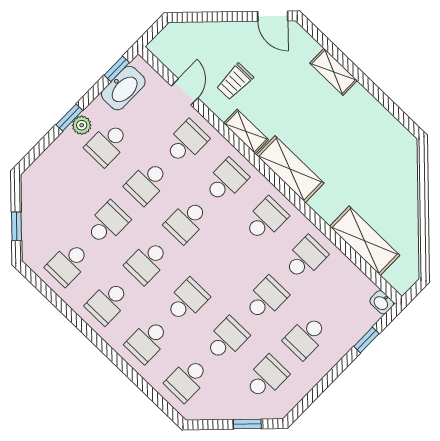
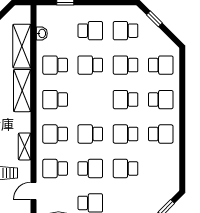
shelving: (290, 169) -> (22, 91), moved
school desk: (187, 221) -> (90, 134), turned 180
school desk: (147, 262) -> (125, 134), turned 180
school desk: (68, 264) -> (161, 168), removed
washbasin: (382, 302) -> (42, 33), moved

